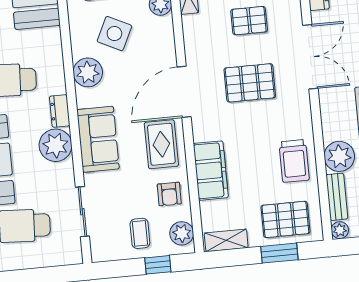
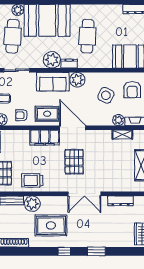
pallet: (249, 21) -> (106, 164), removed
plant: (88, 72) -> (77, 80), moved
filing cabinet: (211, 171) -> (45, 138), moved

